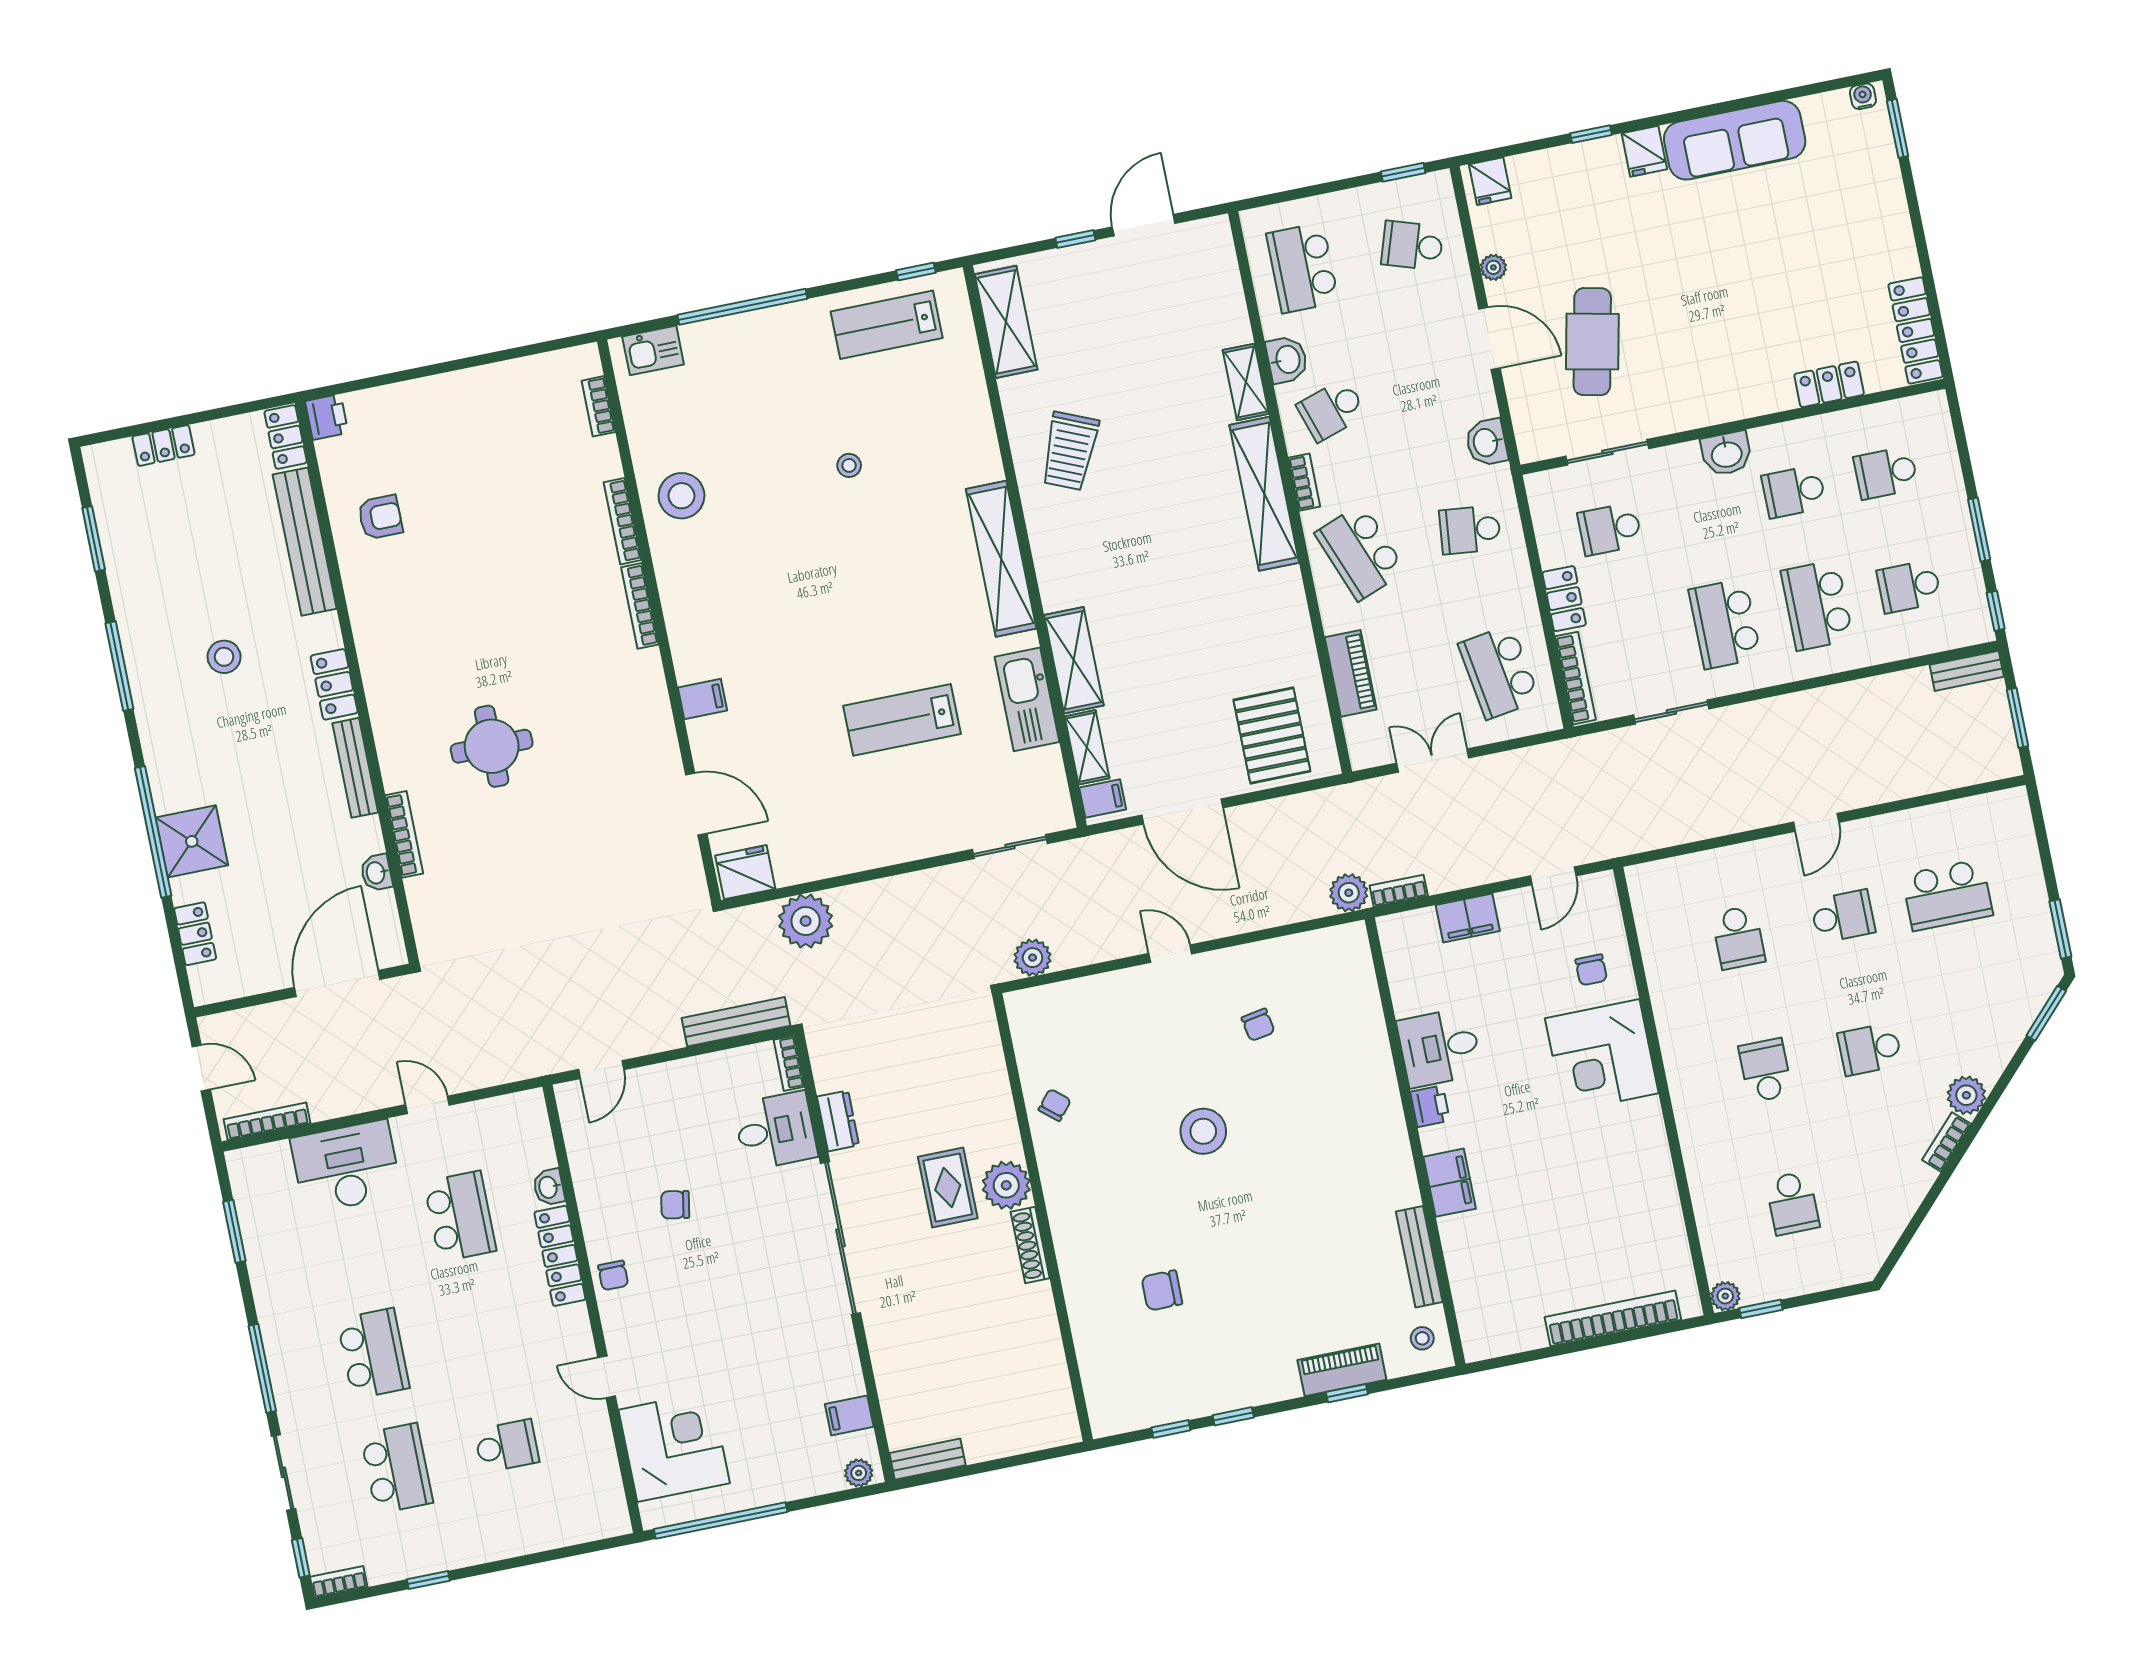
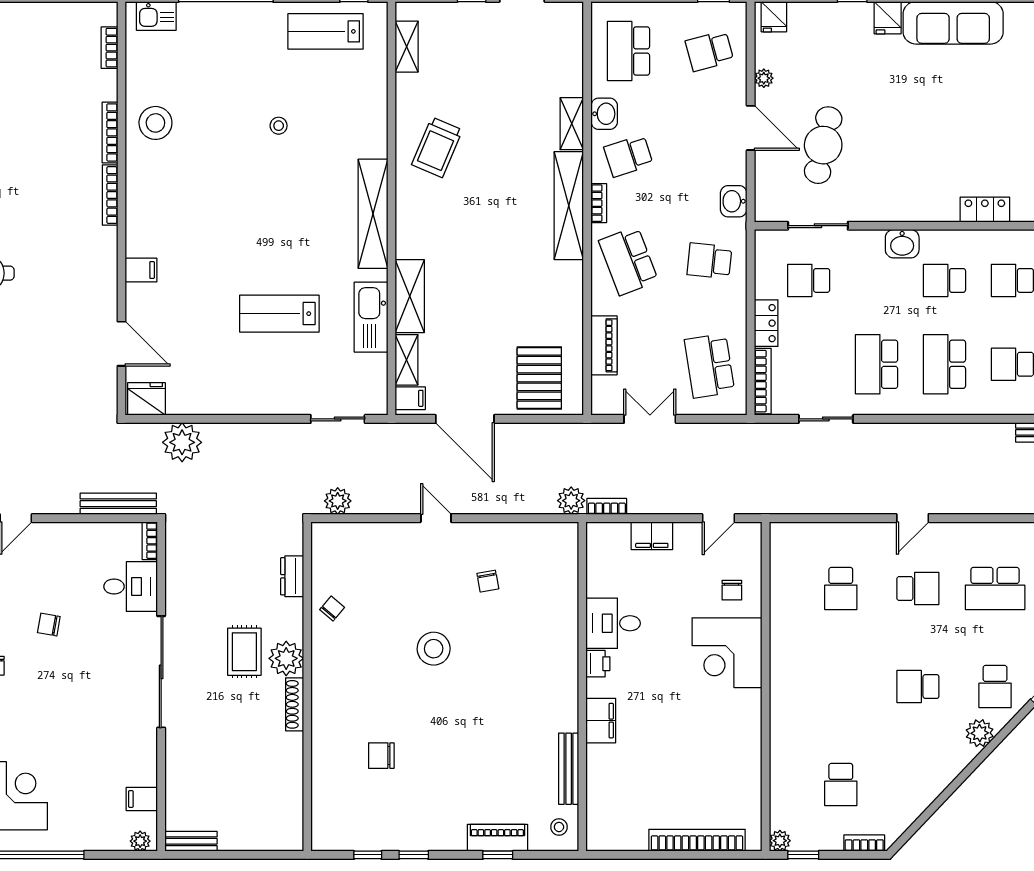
school desk: (1412, 246) -> (709, 51), turned -33
shelving: (1006, 322) -> (407, 47), width x0.67, depth x0.75
school desk: (1765, 1070) -> (995, 686), moved, turned 180
dresser: (838, 1121) -> (292, 576), moved, turned 180
bookcase: (1946, 1142) -> (864, 843), moved, turned 47

